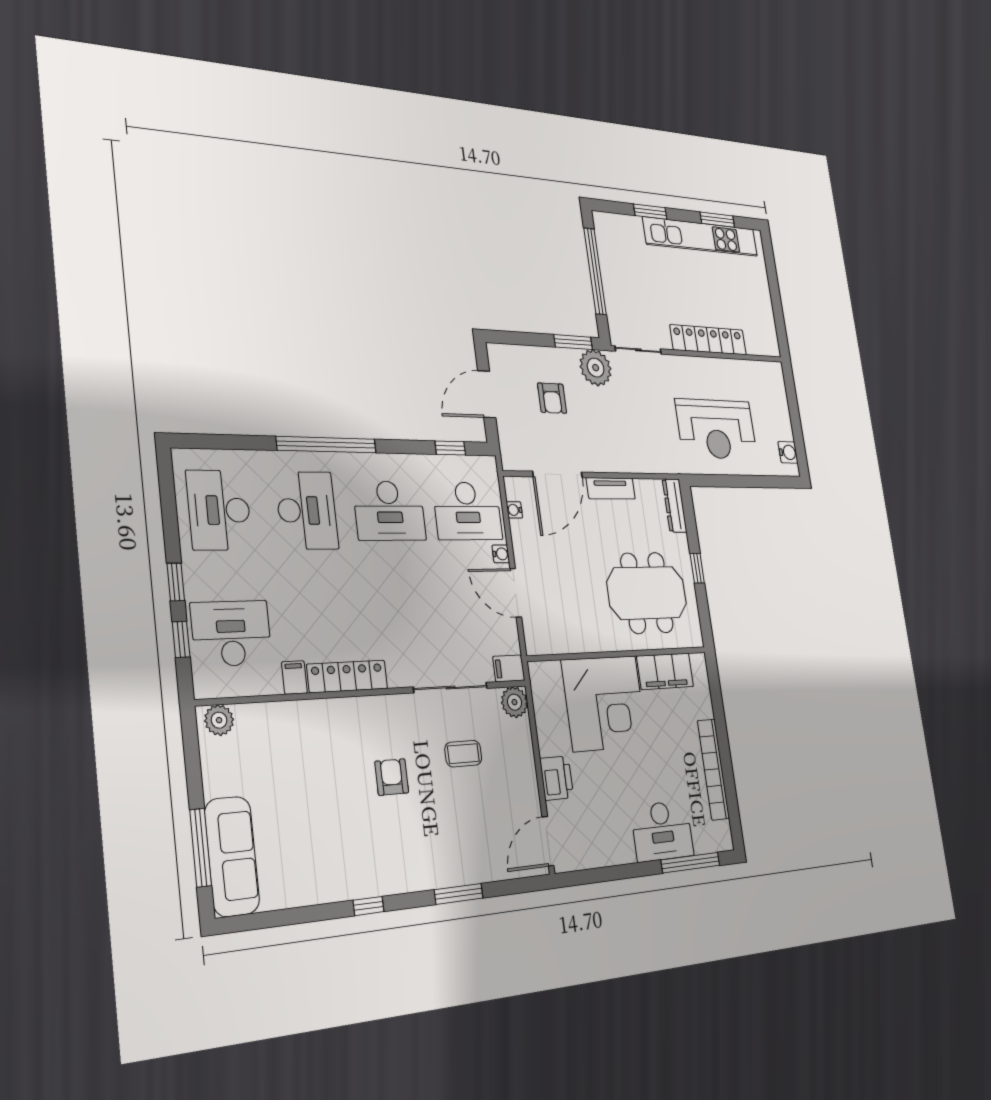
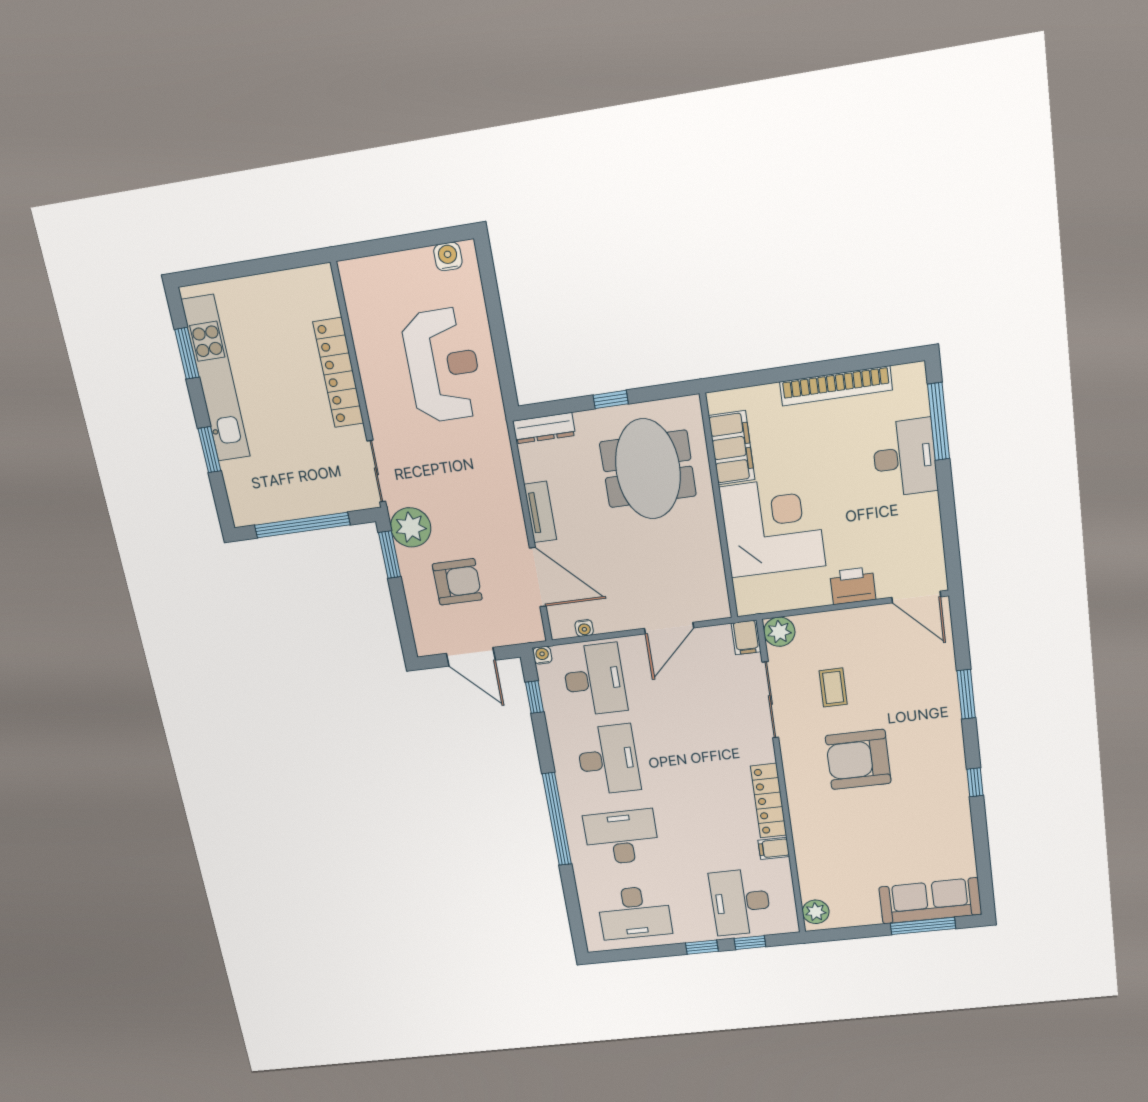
armchair: (552, 398) -> (457, 582), width x1.38, depth x1.38
water cooler: (501, 554) -> (542, 655), moved
armchair: (392, 777) -> (858, 759), width x1.88, depth x1.88

